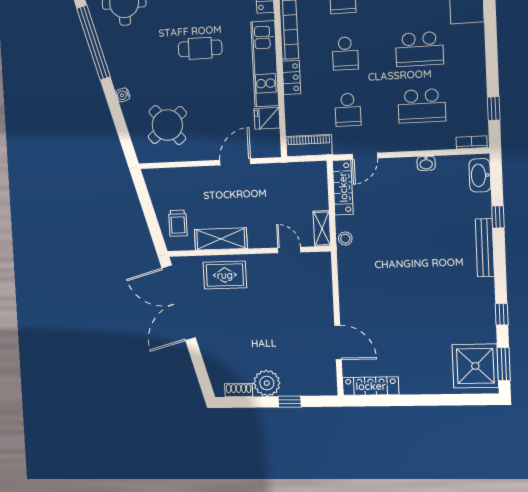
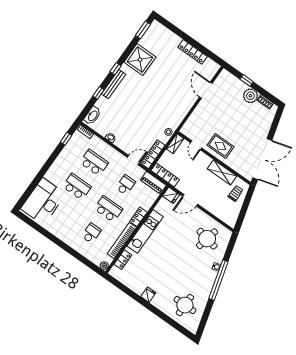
window: (94, 43) -> (218, 280), moved
cafe table: (200, 48) -> (167, 260), removed
school desk: (345, 53) -> (108, 209), width x1.85
fridge: (267, 118) -> (171, 195), moved
round table: (167, 125) -> (207, 239), turned -38
locker: (300, 171) -> (165, 175), added
rug: (225, 275) -> (220, 146), moved
window: (502, 314) -> (116, 69), moved
shower: (475, 366) -> (140, 60), moved
locker: (371, 386) -> (192, 52), moved

